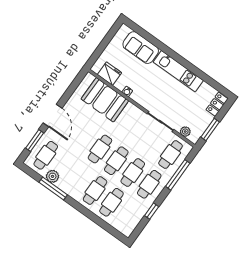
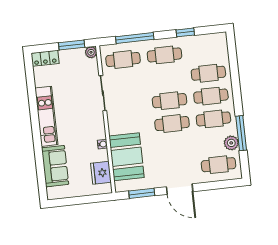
door: (53, 115) -> (180, 189), swing flipped
plant: (185, 132) -> (91, 52), moved
window: (35, 140) -> (142, 193), moved
cafe table: (133, 173) -> (213, 119), moved

